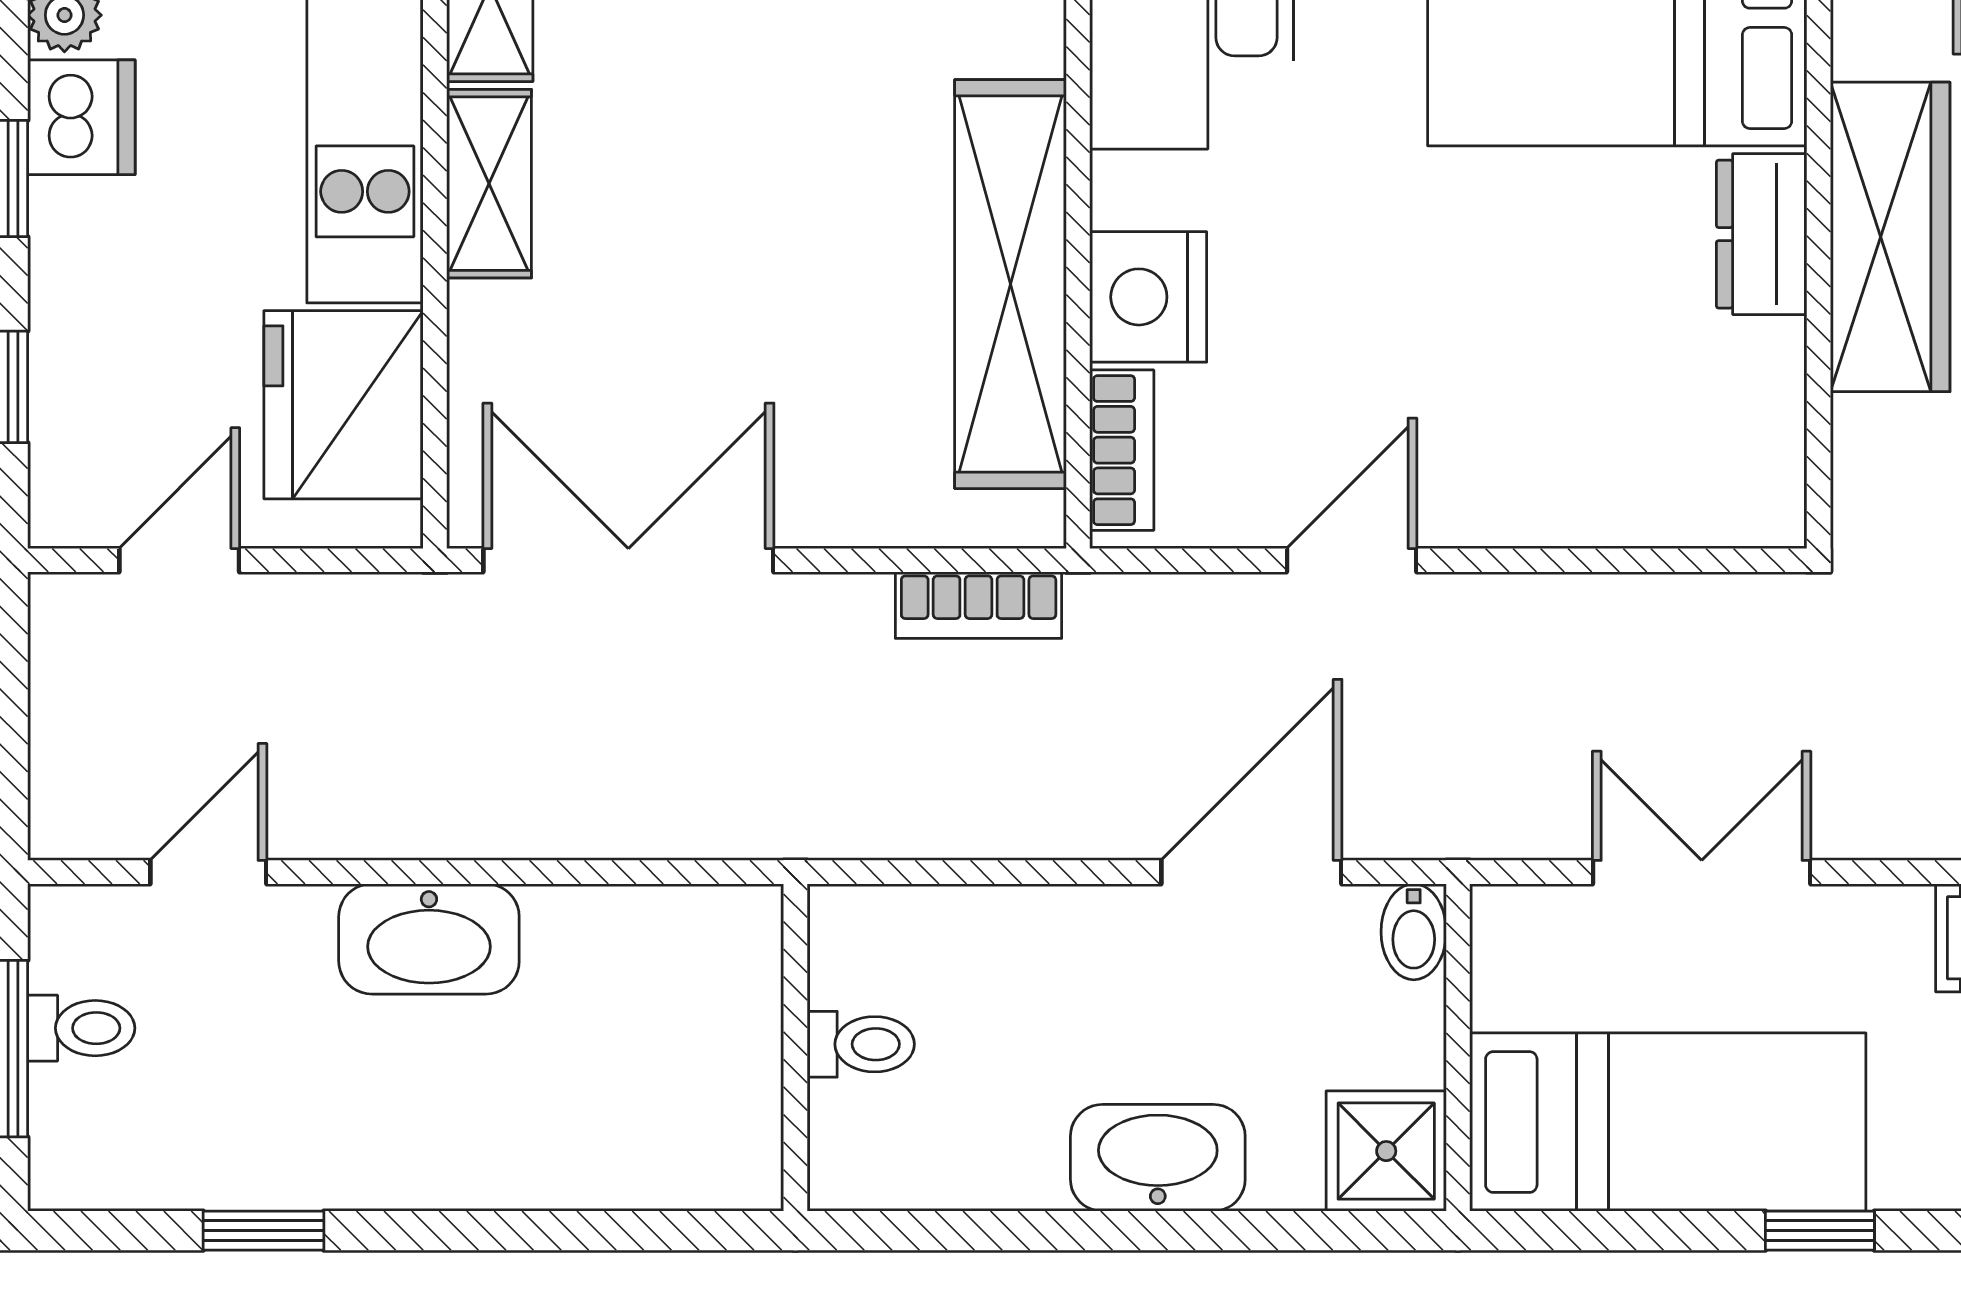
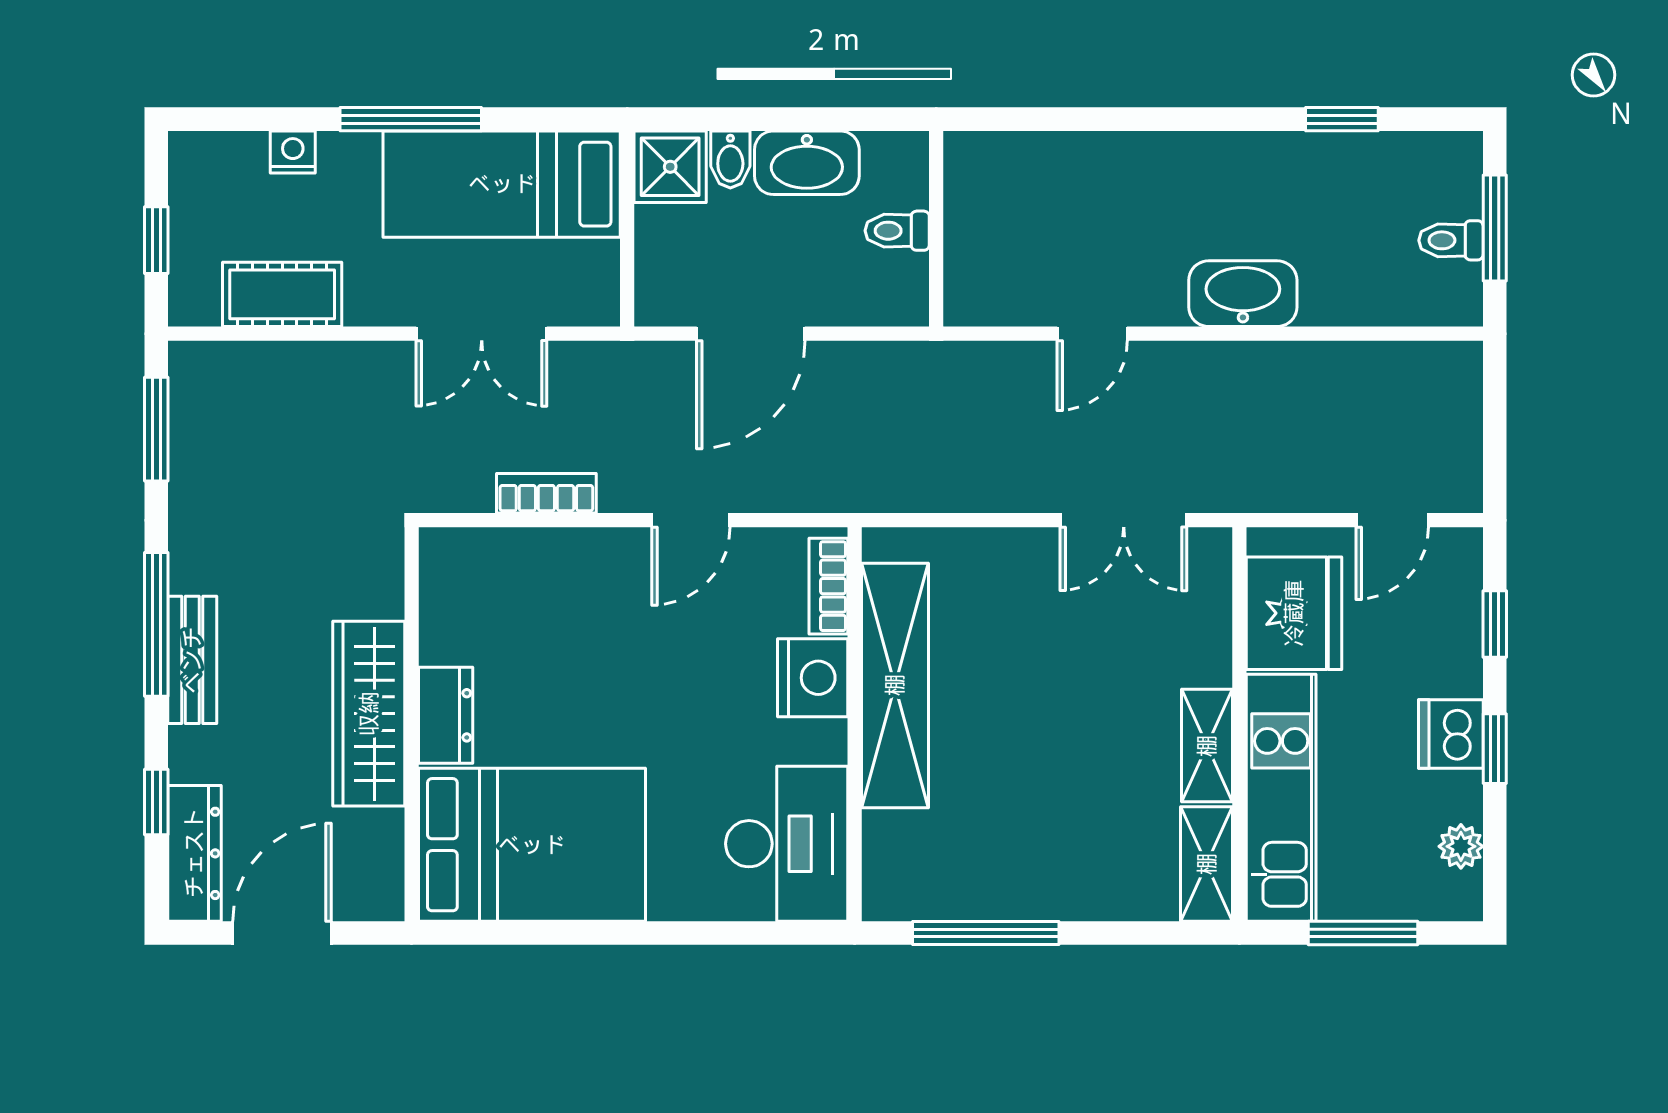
dishwasher: (81, 117) -> (1451, 734), moved
double door: (628, 560) -> (1124, 520), width x0.73
bookcase: (979, 605) -> (546, 493), moved
door: (208, 872) -> (1092, 334), moved
bidet: (1414, 932) -> (730, 160), moved, turned 180
toilet: (861, 1044) -> (897, 231), moved
wall: (795, 1047) -> (936, 229), moved
window: (1820, 1231) -> (411, 119), width x2.17

